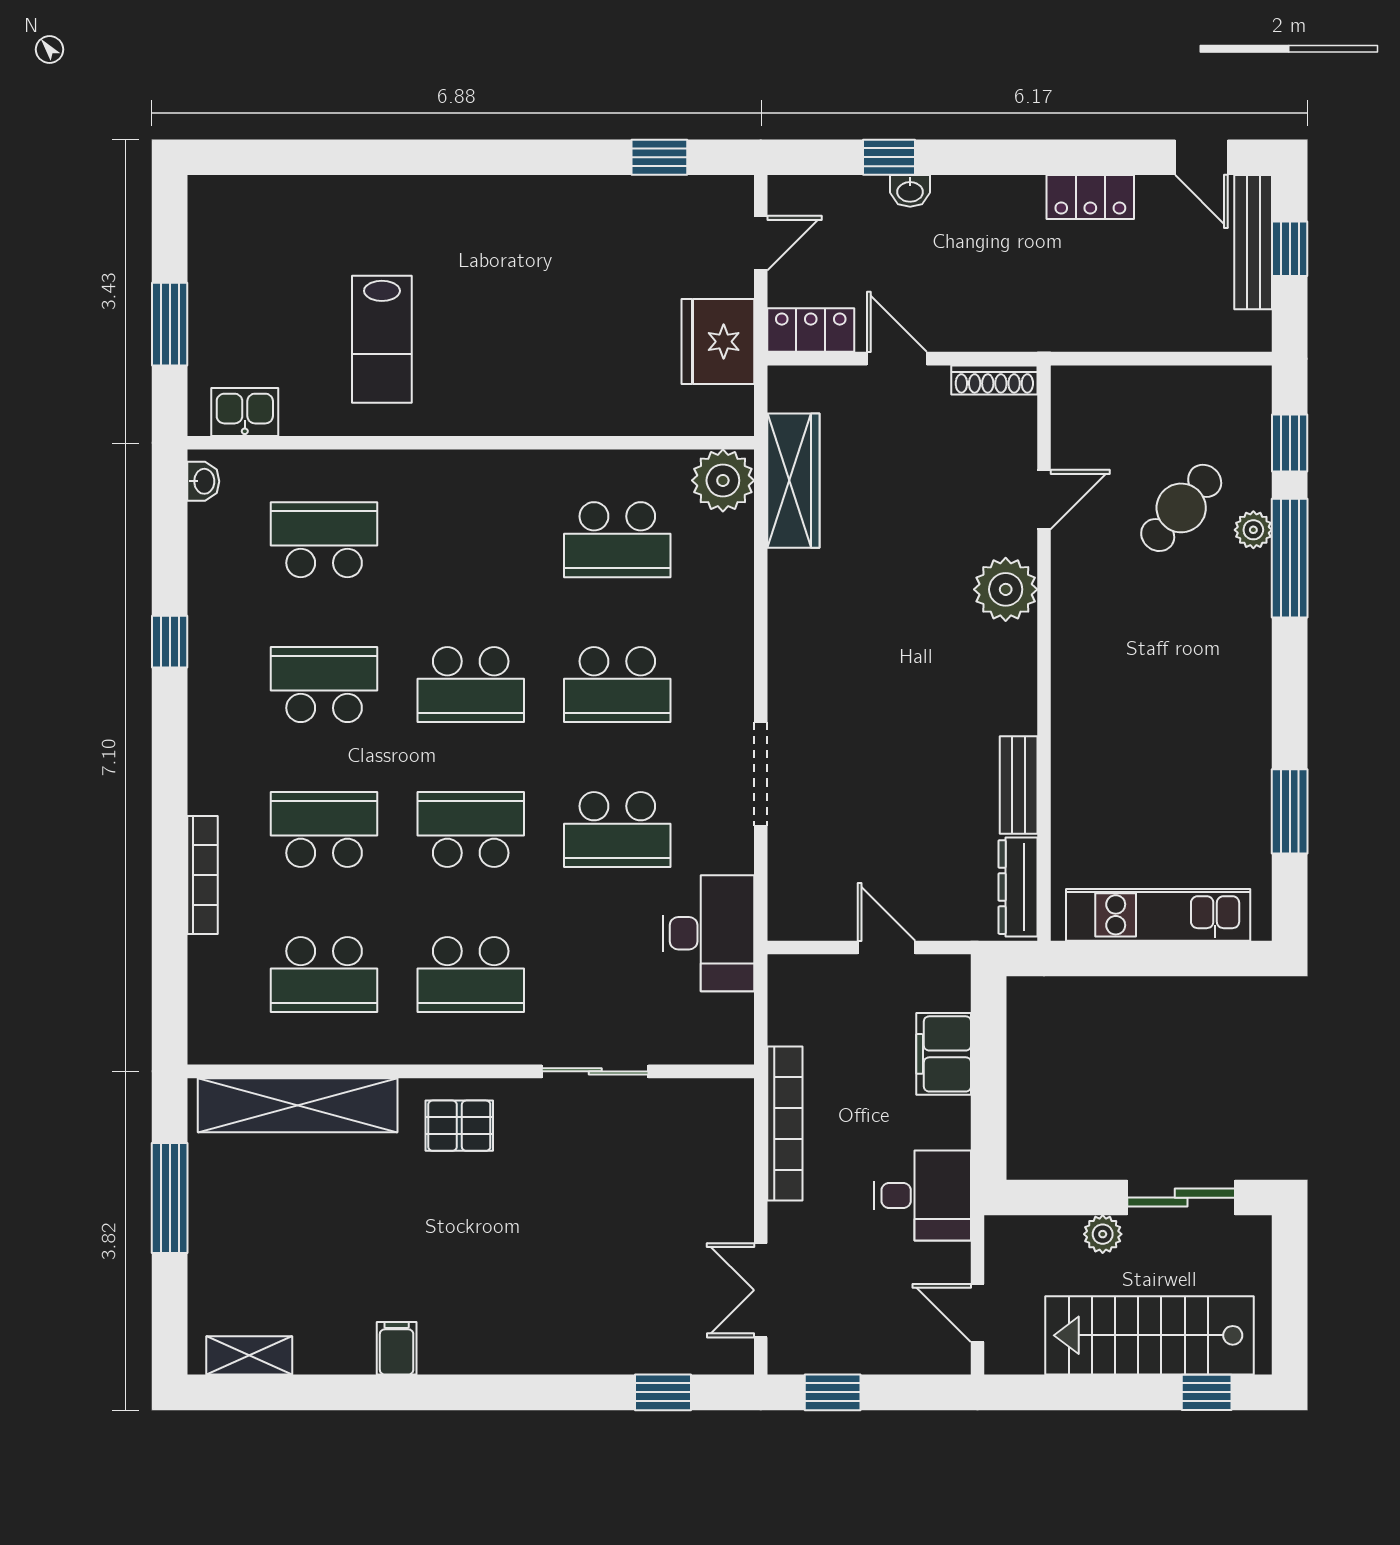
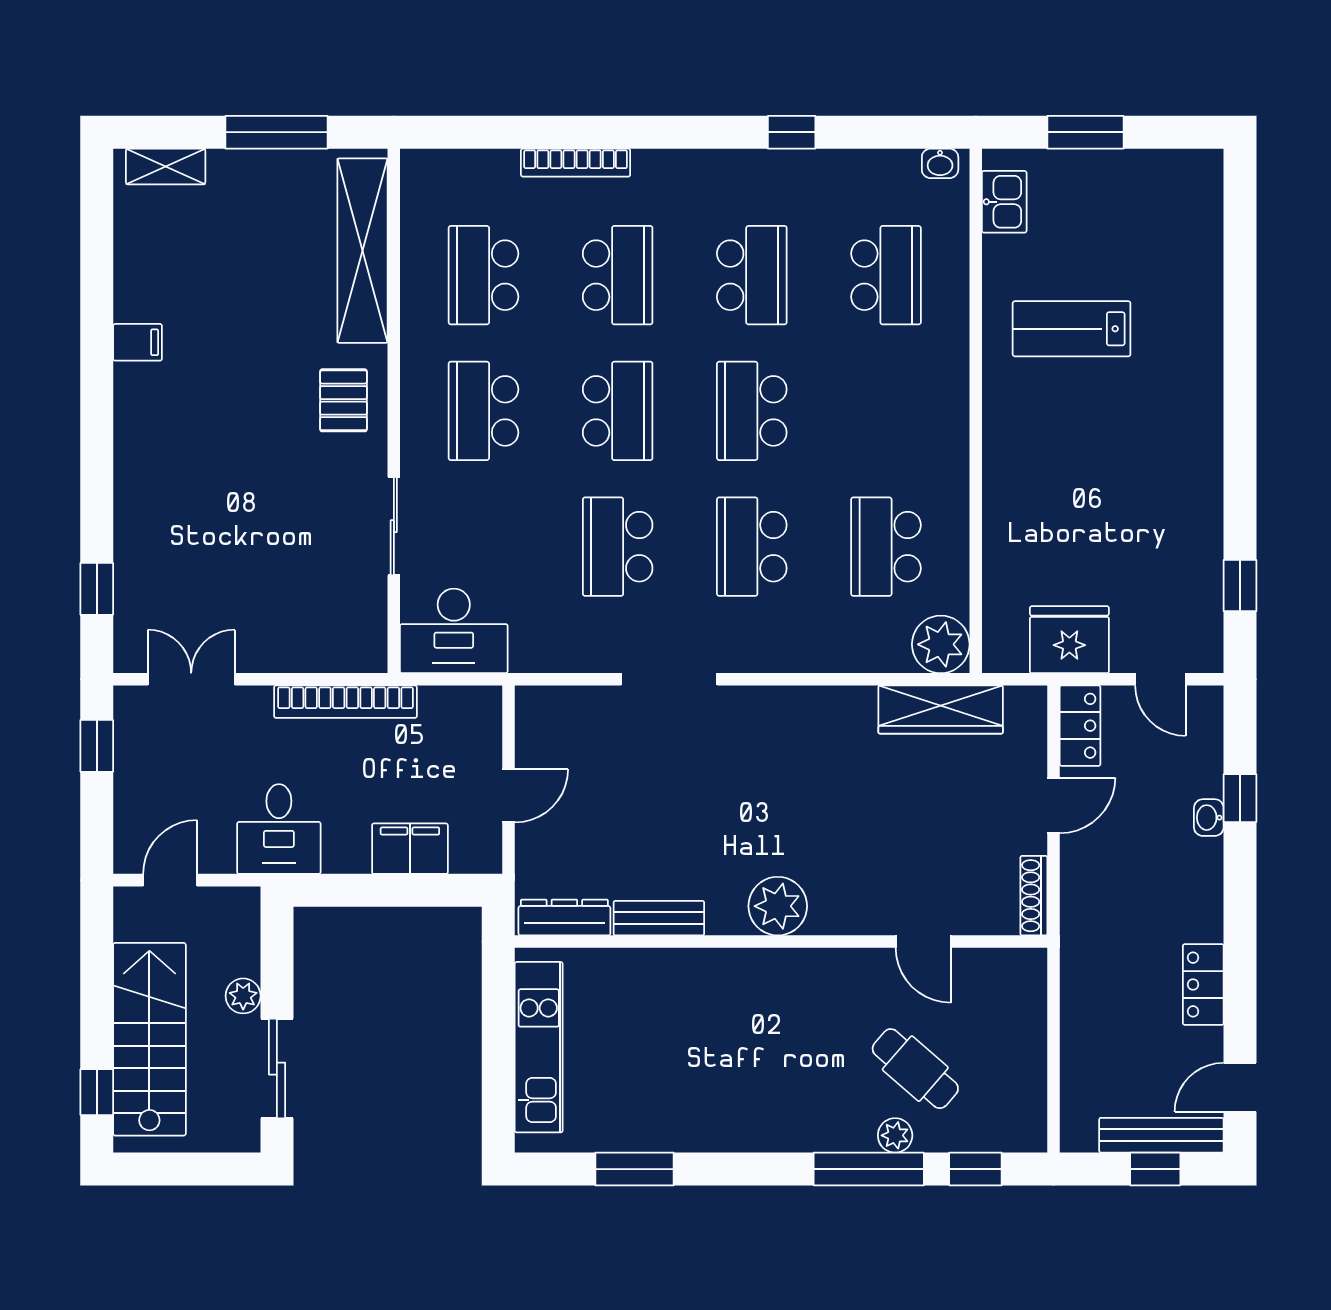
plant: (1006, 589) -> (778, 906), moved
desk: (708, 933) -> (454, 631), moved
shelving: (249, 1355) -> (166, 166), moved, turned 90

